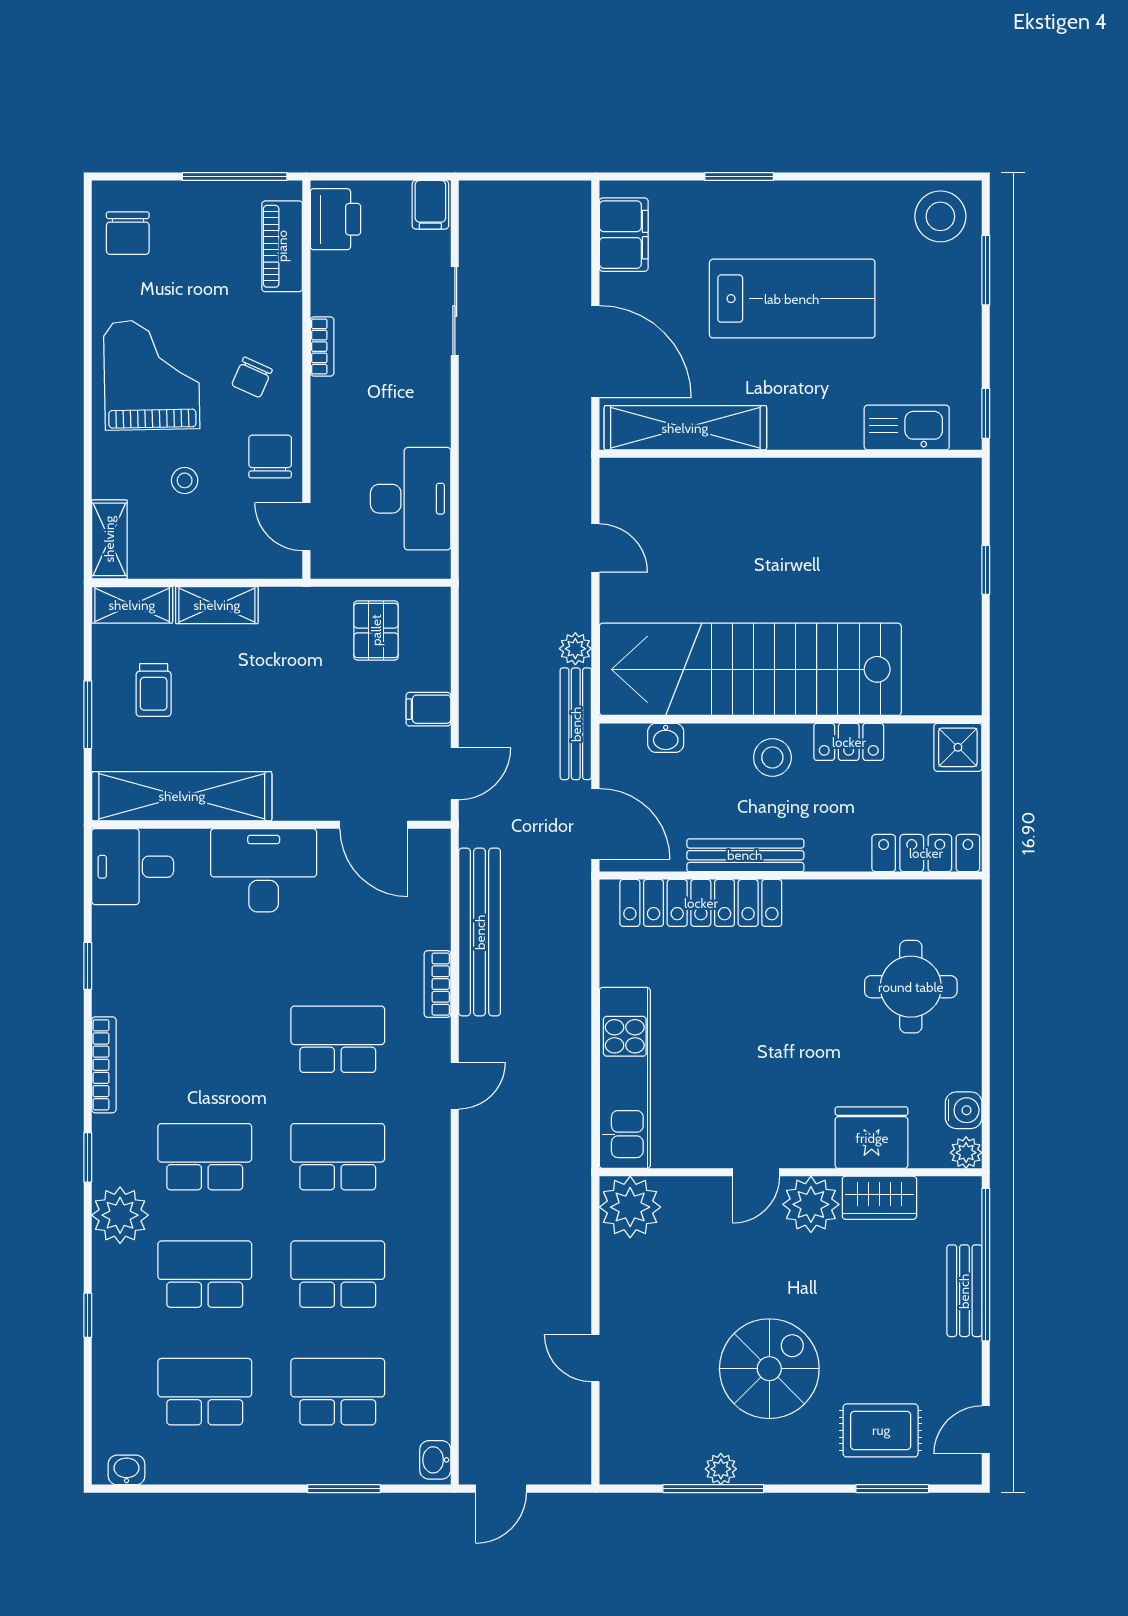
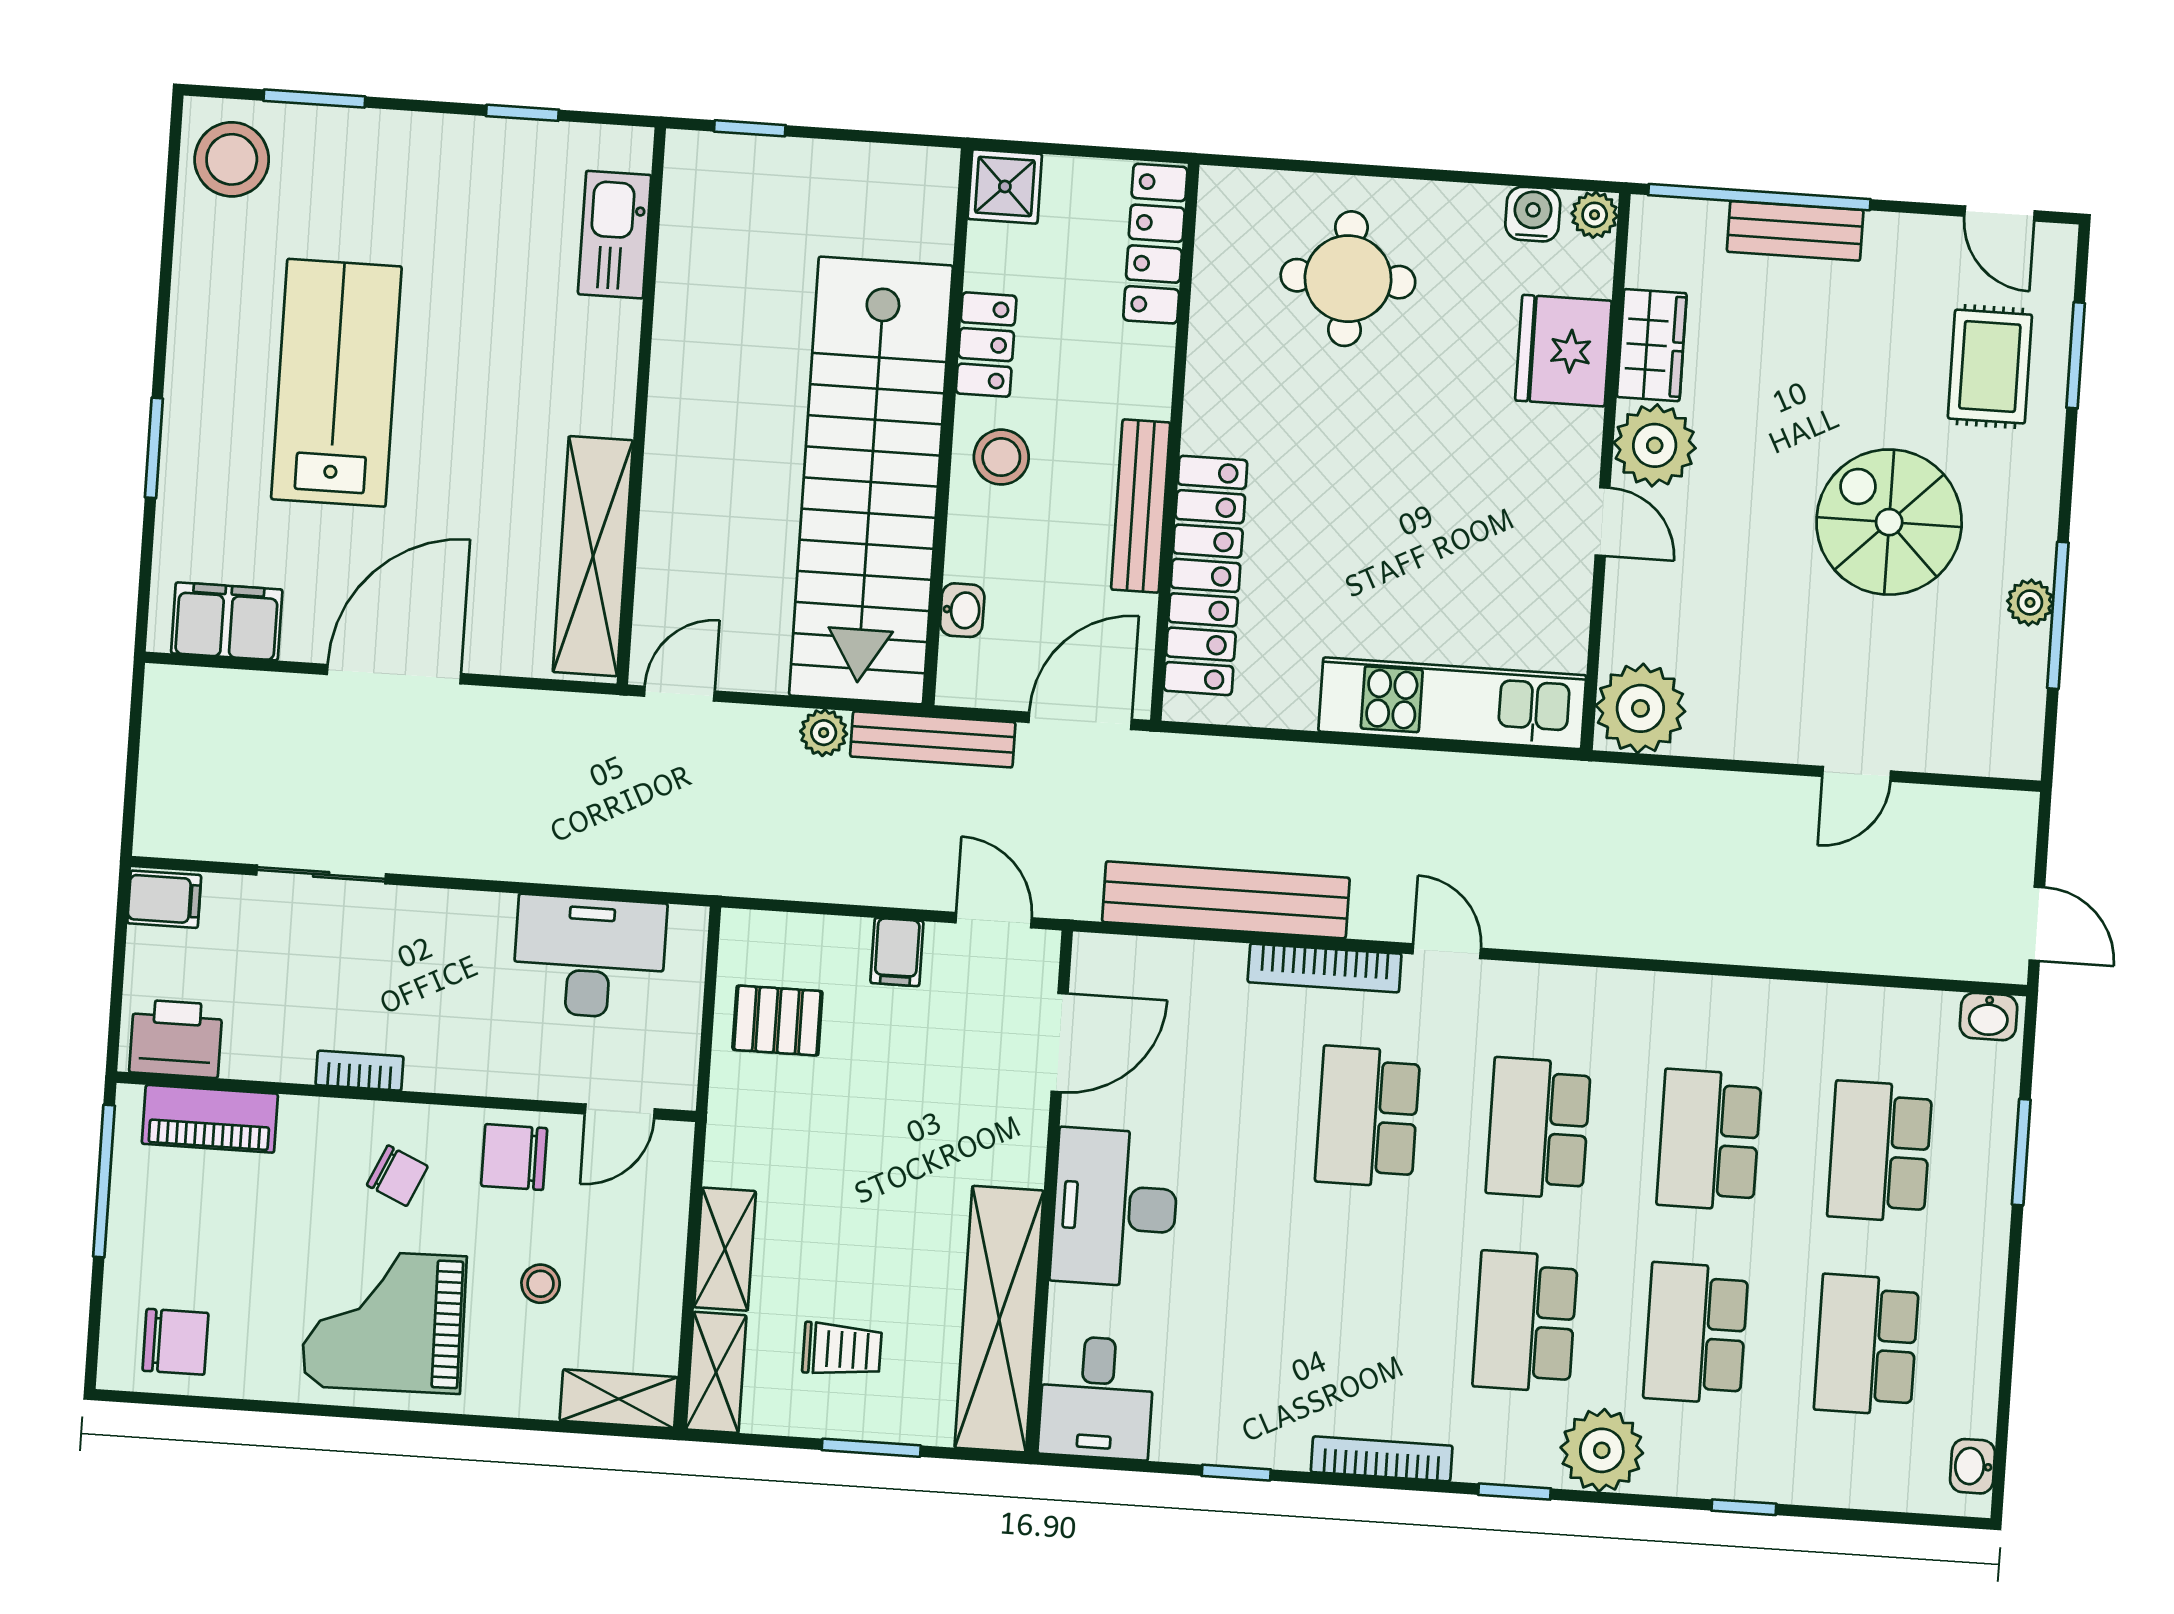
shelving: (685, 428) -> (593, 556), moved
kitchen sink: (907, 428) -> (615, 235), moved
wall: (791, 454) -> (641, 406), moved
bookcase: (438, 984) -> (1325, 968), width x1.56

